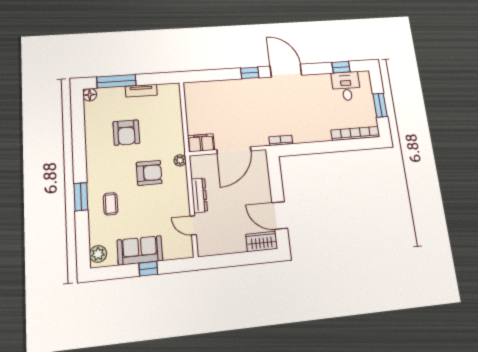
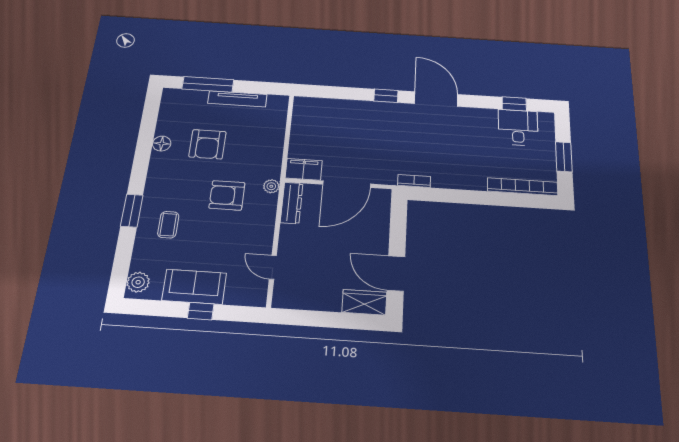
tv unit: (141, 91) -> (237, 99), width x1.41
floor lamp: (90, 95) -> (162, 144), moved
armchair: (149, 173) -> (227, 195), turned 180
dresser: (199, 195) -> (292, 203), moved

